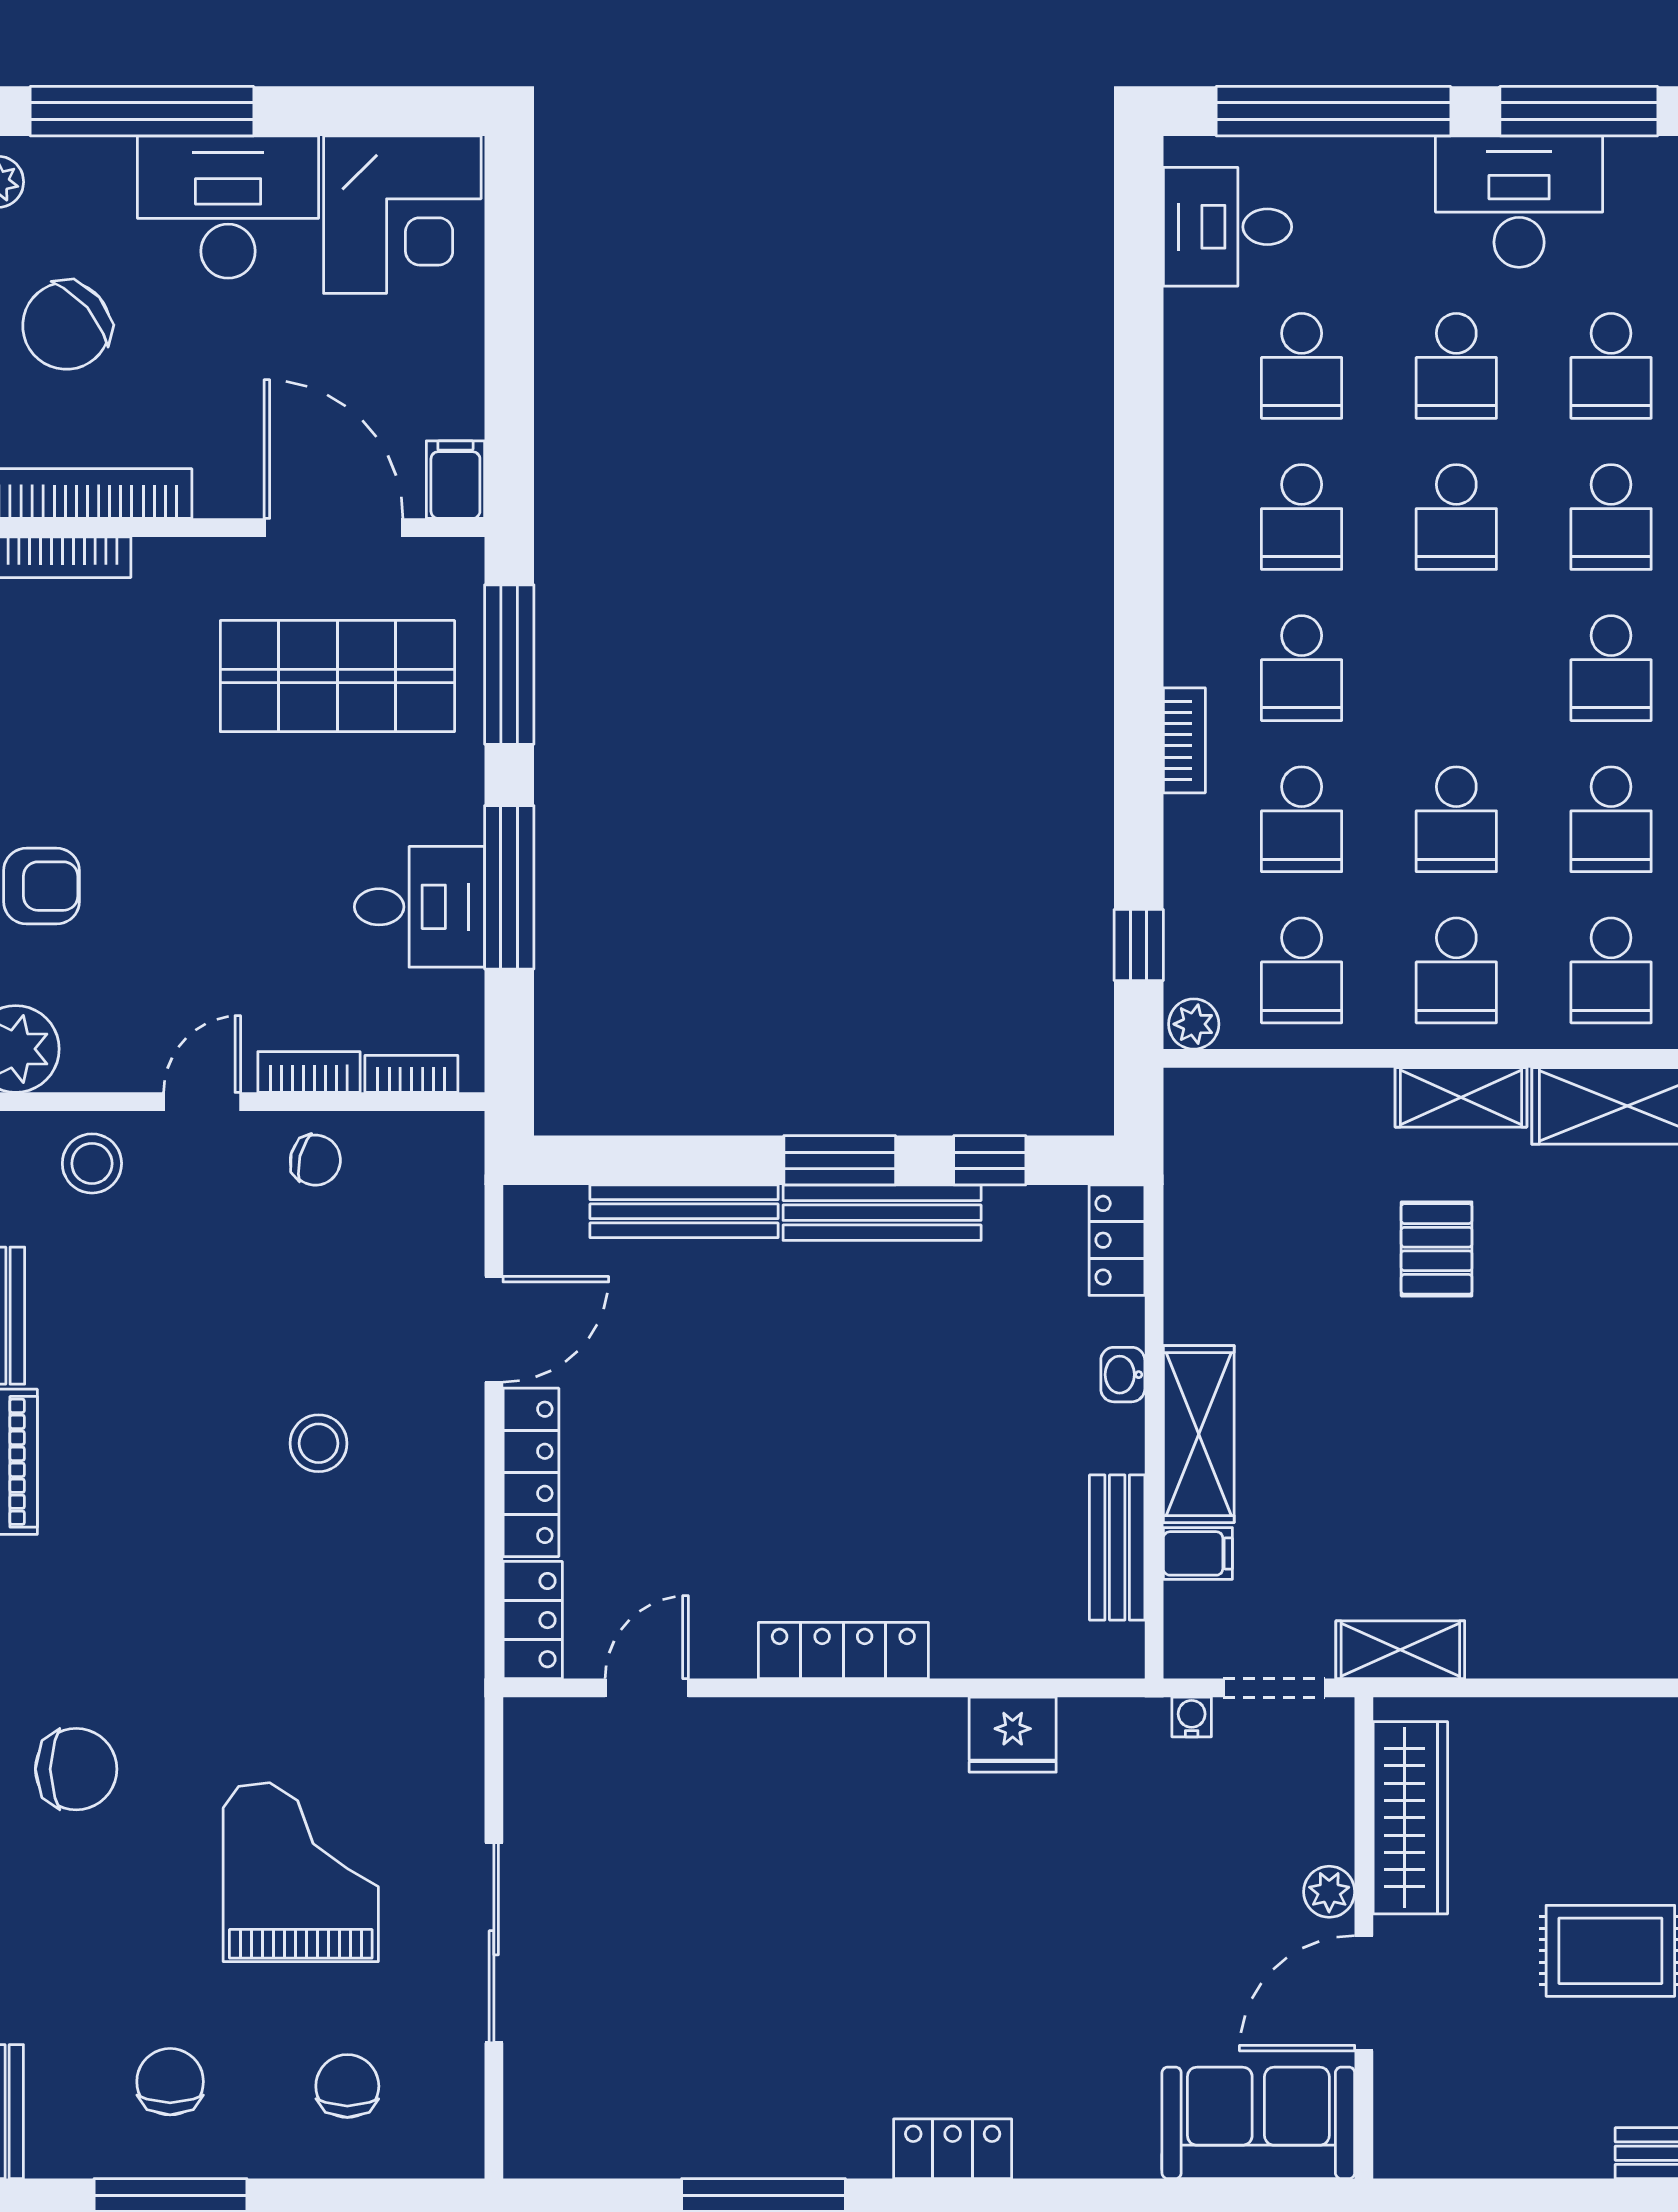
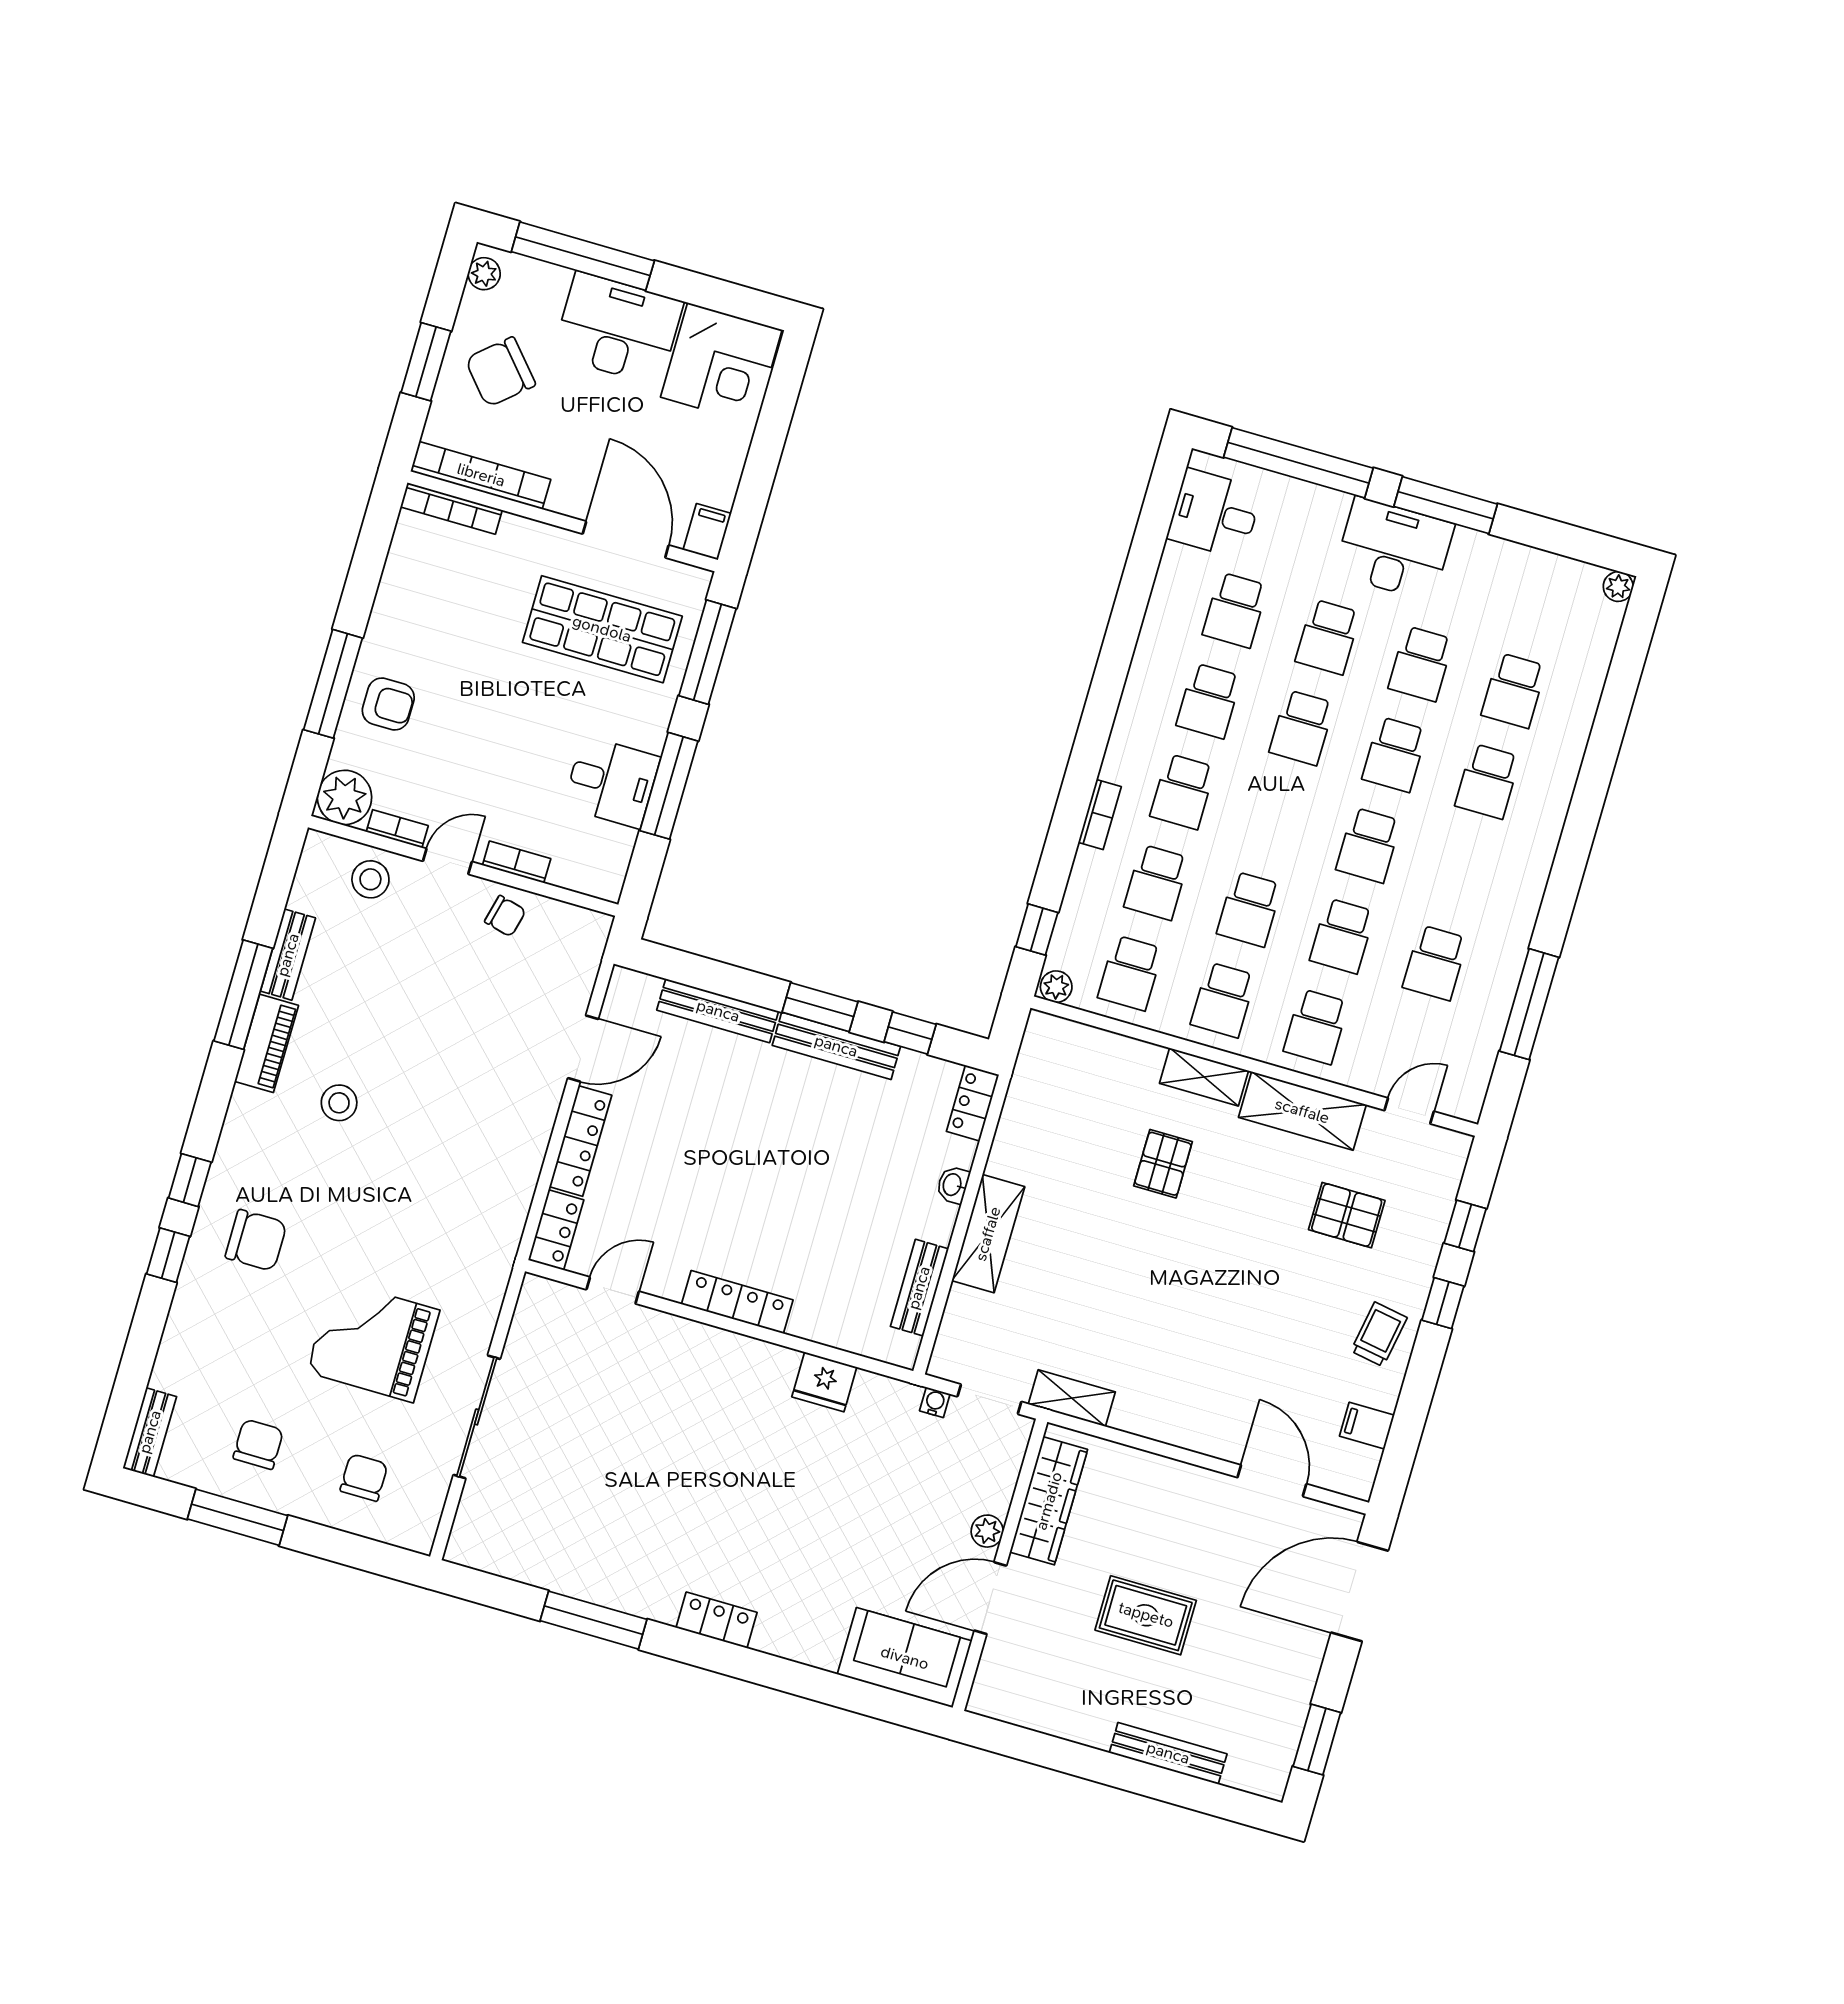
bookcase: (411, 1074) -> (397, 829), moved
stool: (319, 1443) -> (339, 1103), moved
filing cabinet: (1198, 1553) -> (967, 1305), removed
grand piano: (301, 1872) -> (373, 1341), turned -90

